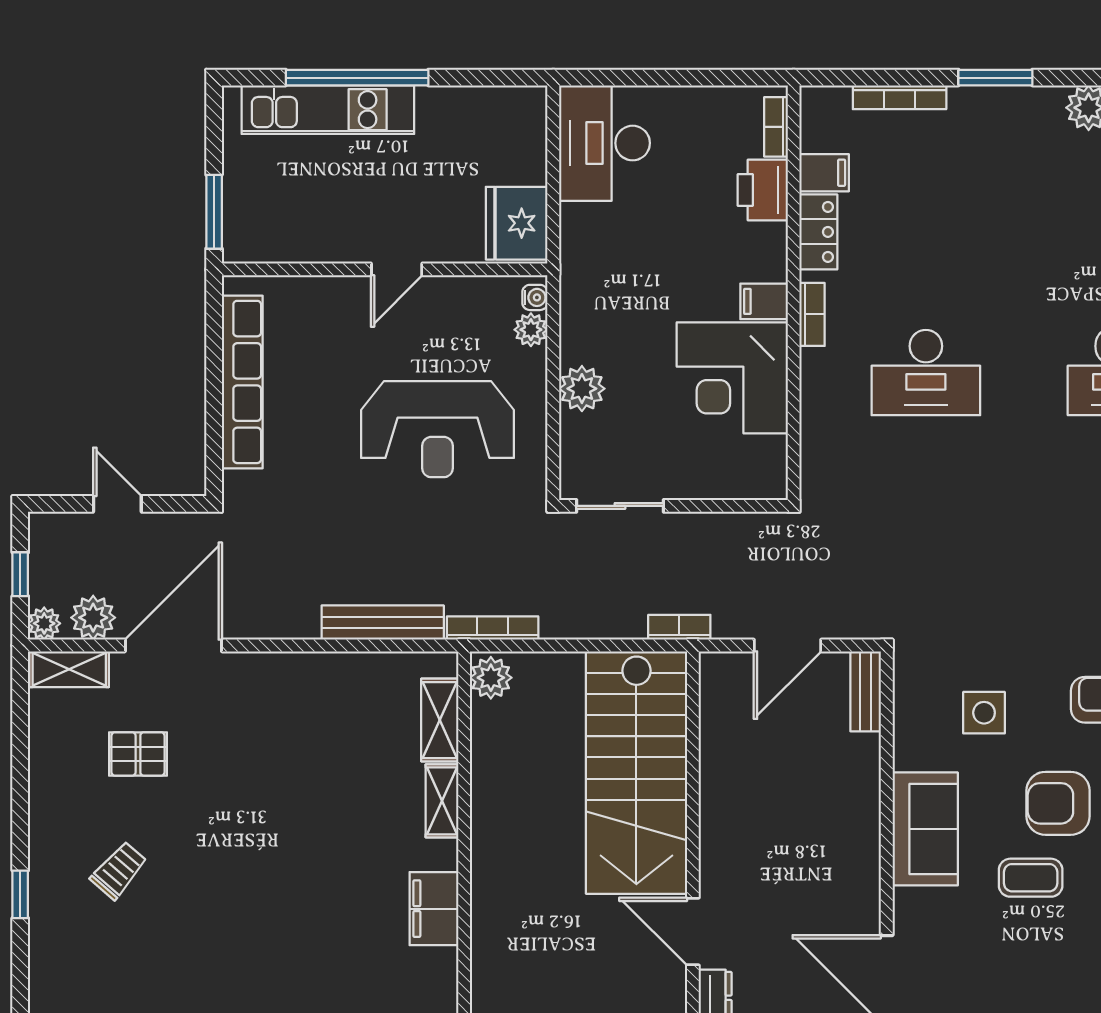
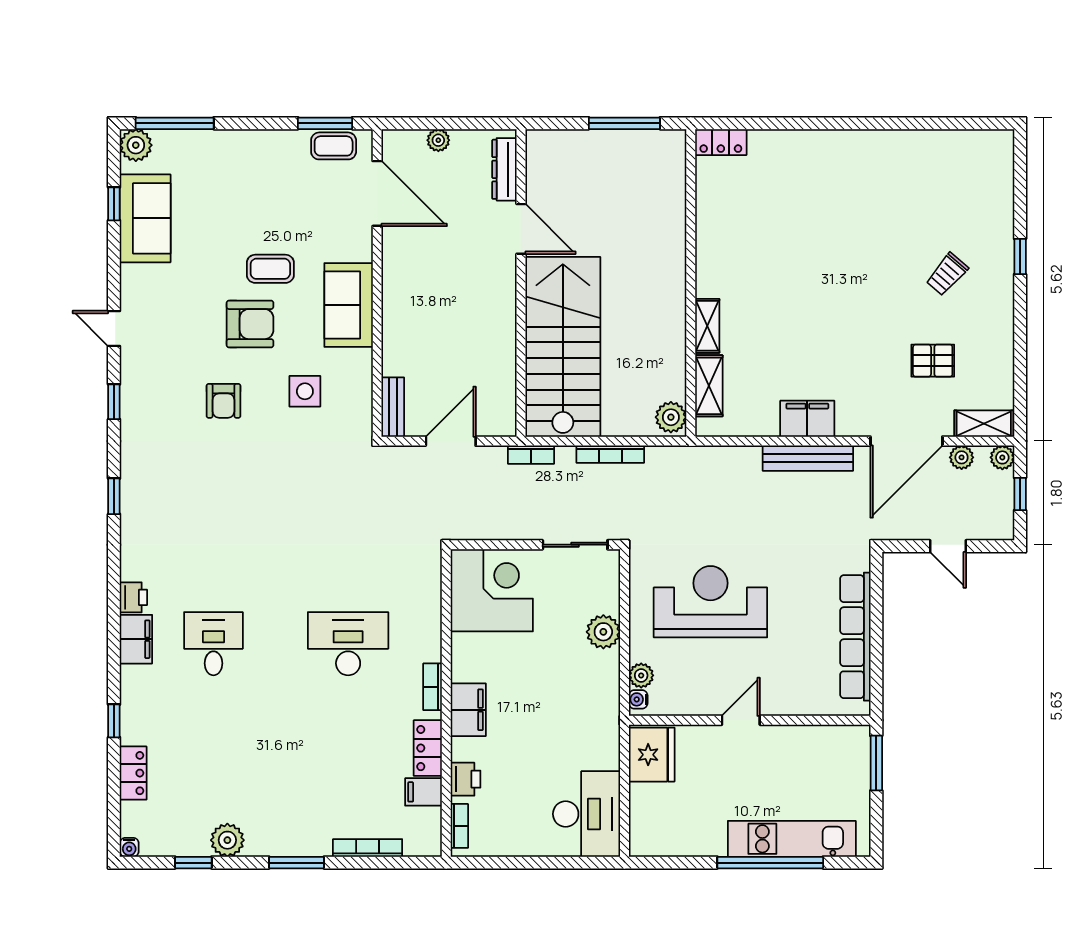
printer: (763, 190) -> (465, 779), width x0.73, depth x0.81
filing cabinet: (764, 301) -> (468, 710), width x2.00
corner desk: (732, 378) -> (492, 590), moved
plant: (93, 618) -> (962, 457), width x0.73, depth x0.73
bench: (383, 623) -> (808, 458), moved
bookcase: (493, 628) -> (610, 454), moved
filing cabinet: (434, 909) -> (807, 419), moved, turned -90

